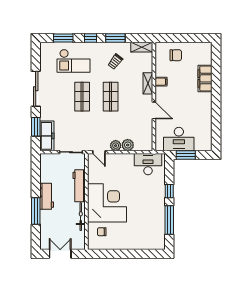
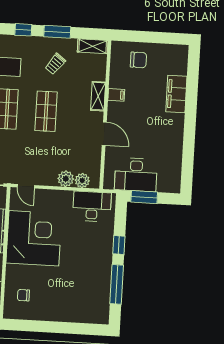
plant: (116, 146) -> (82, 180), moved
corner desk: (107, 203) -> (34, 238), moved

